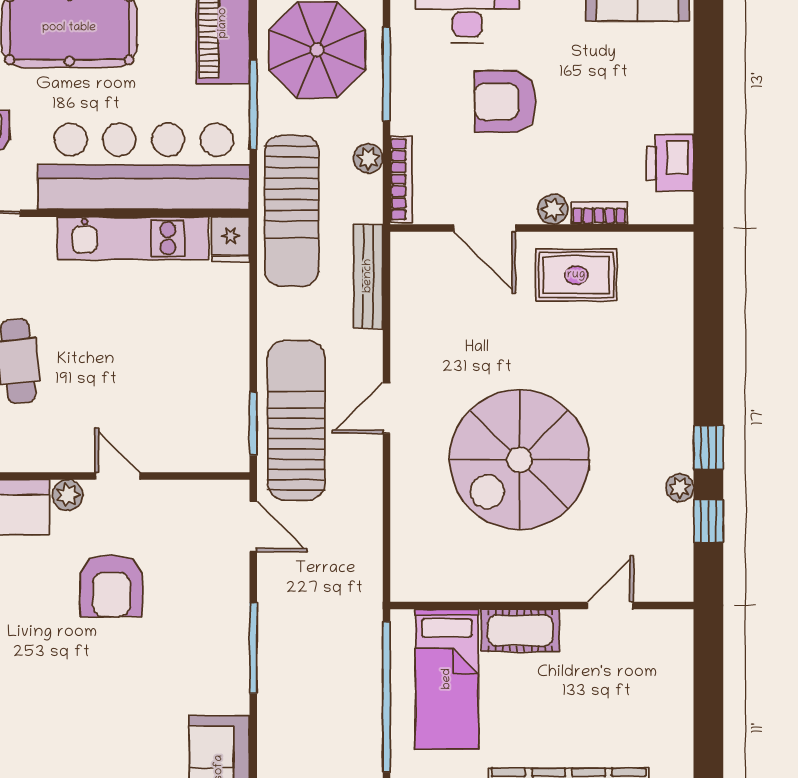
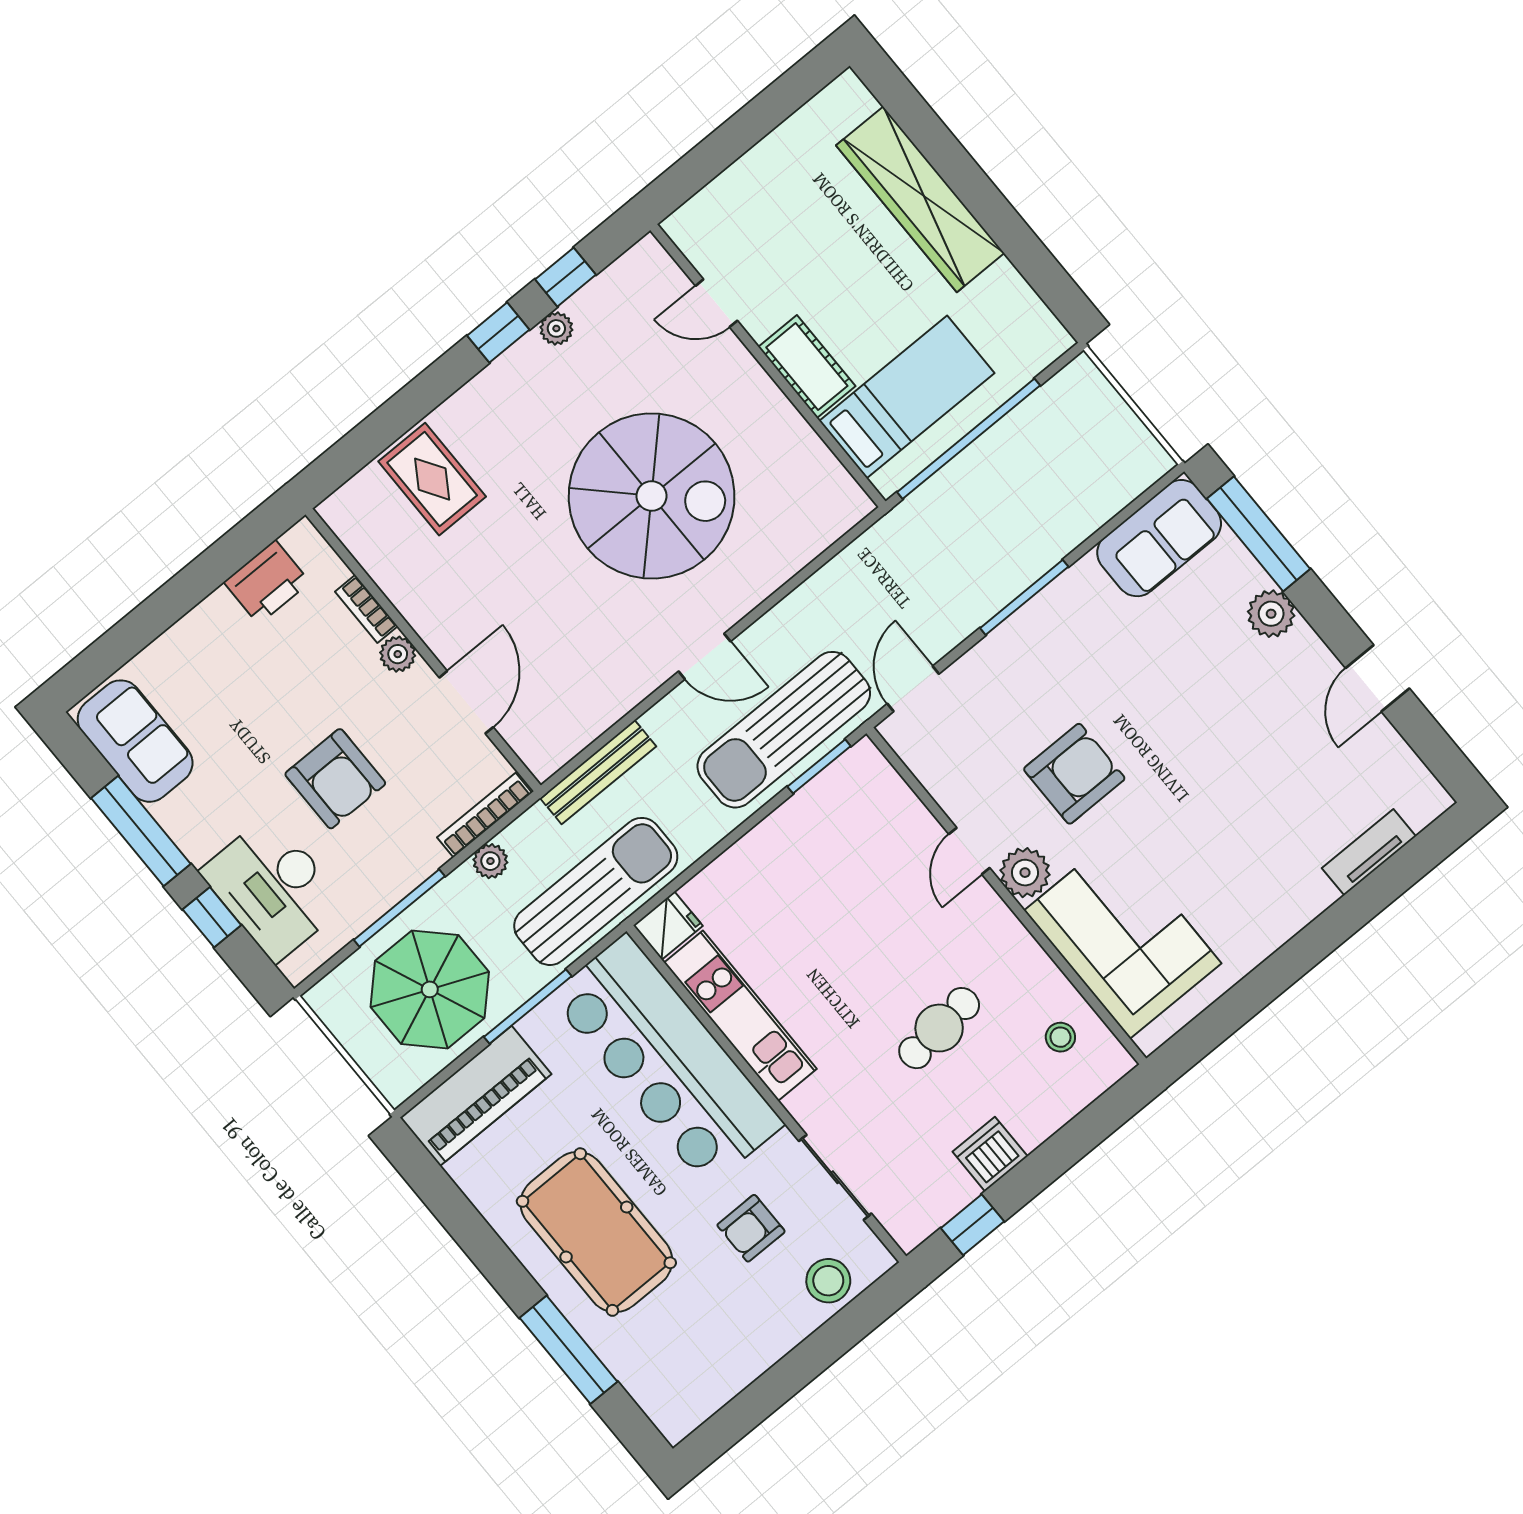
rug: (576, 275) -> (432, 479), moved
plant: (68, 495) -> (1025, 873), width x1.38, depth x1.38

